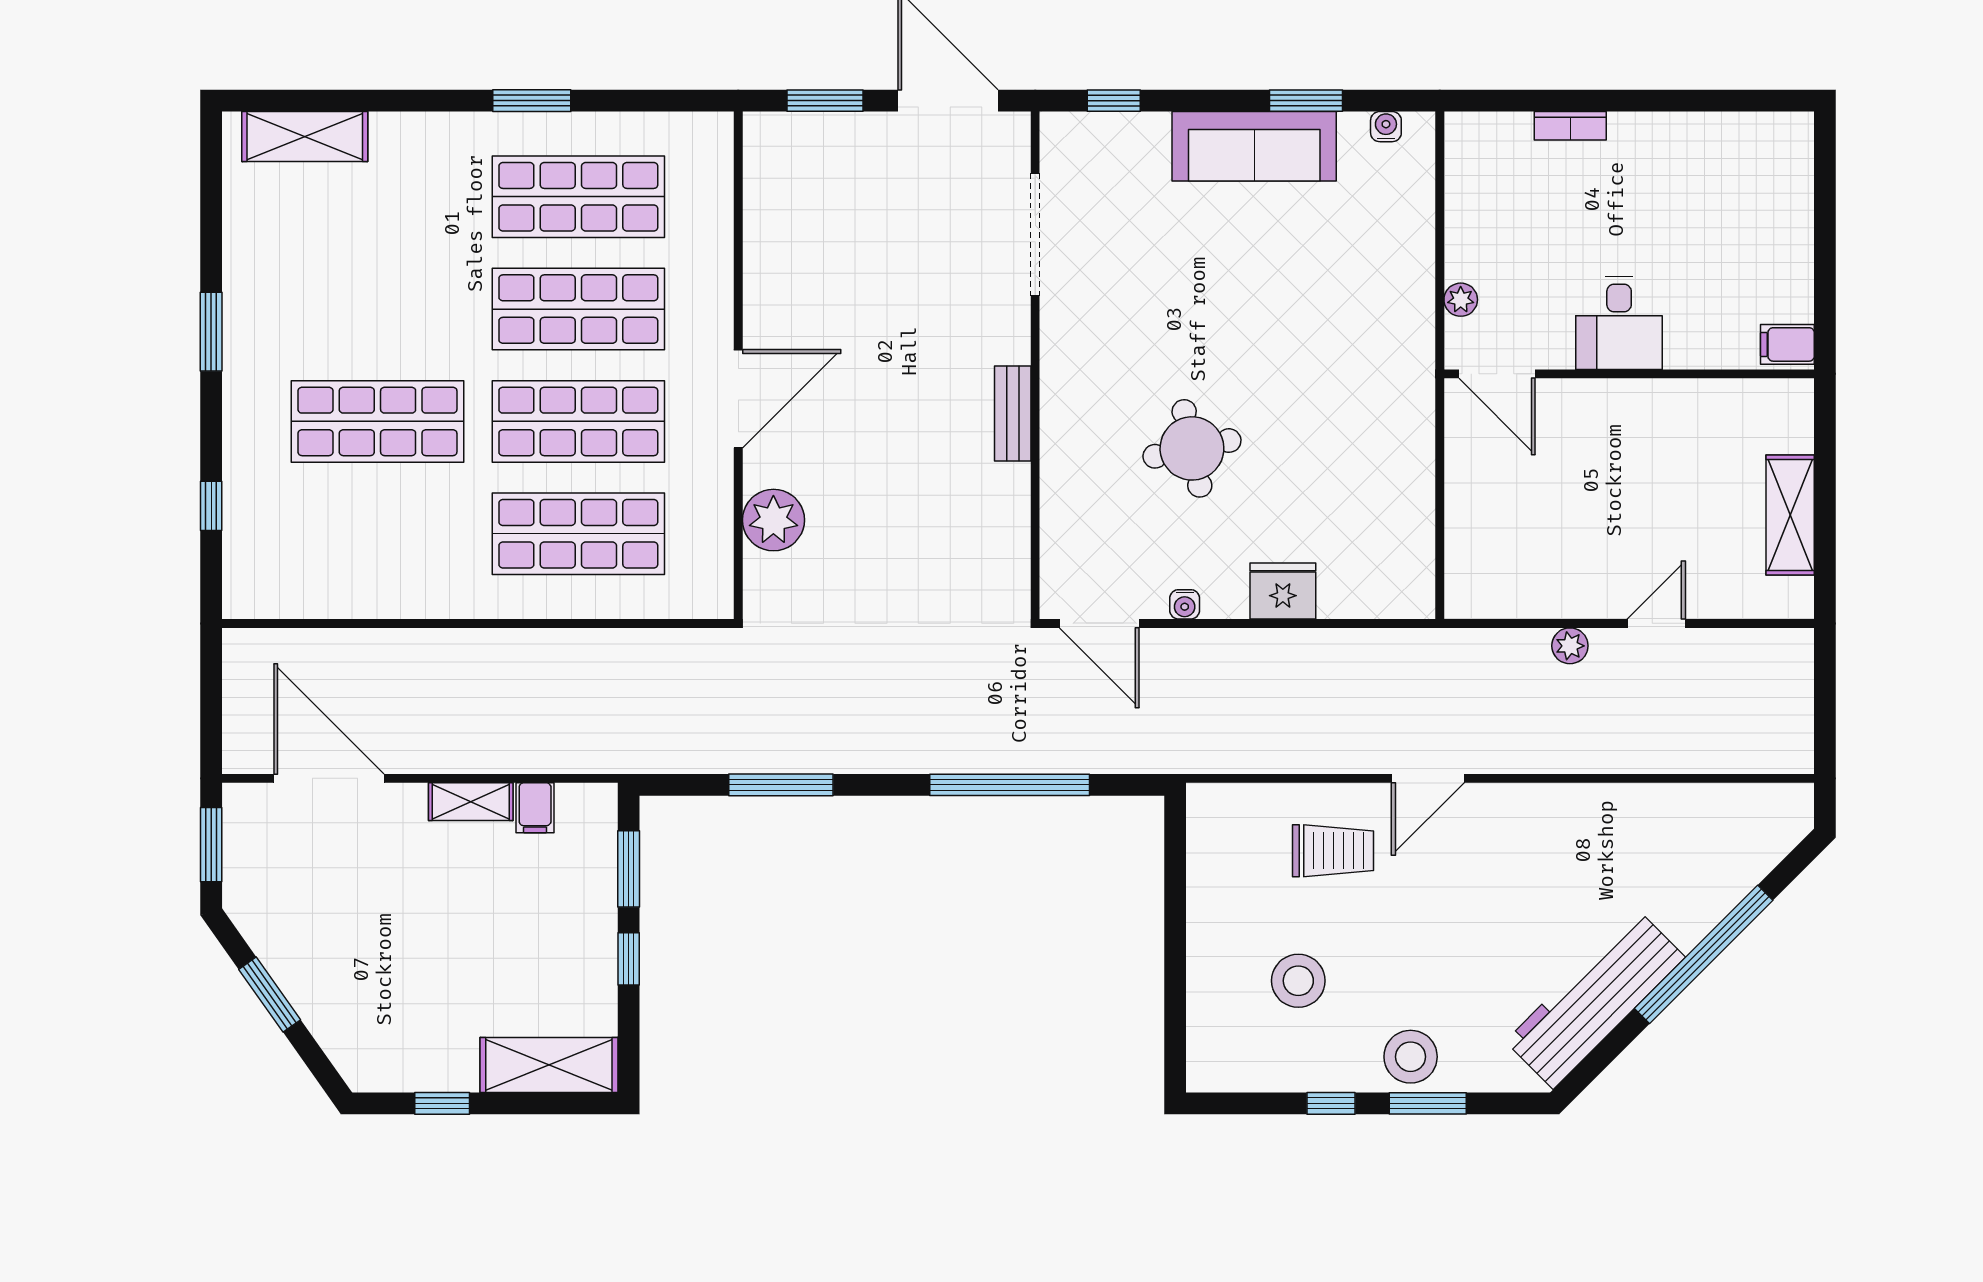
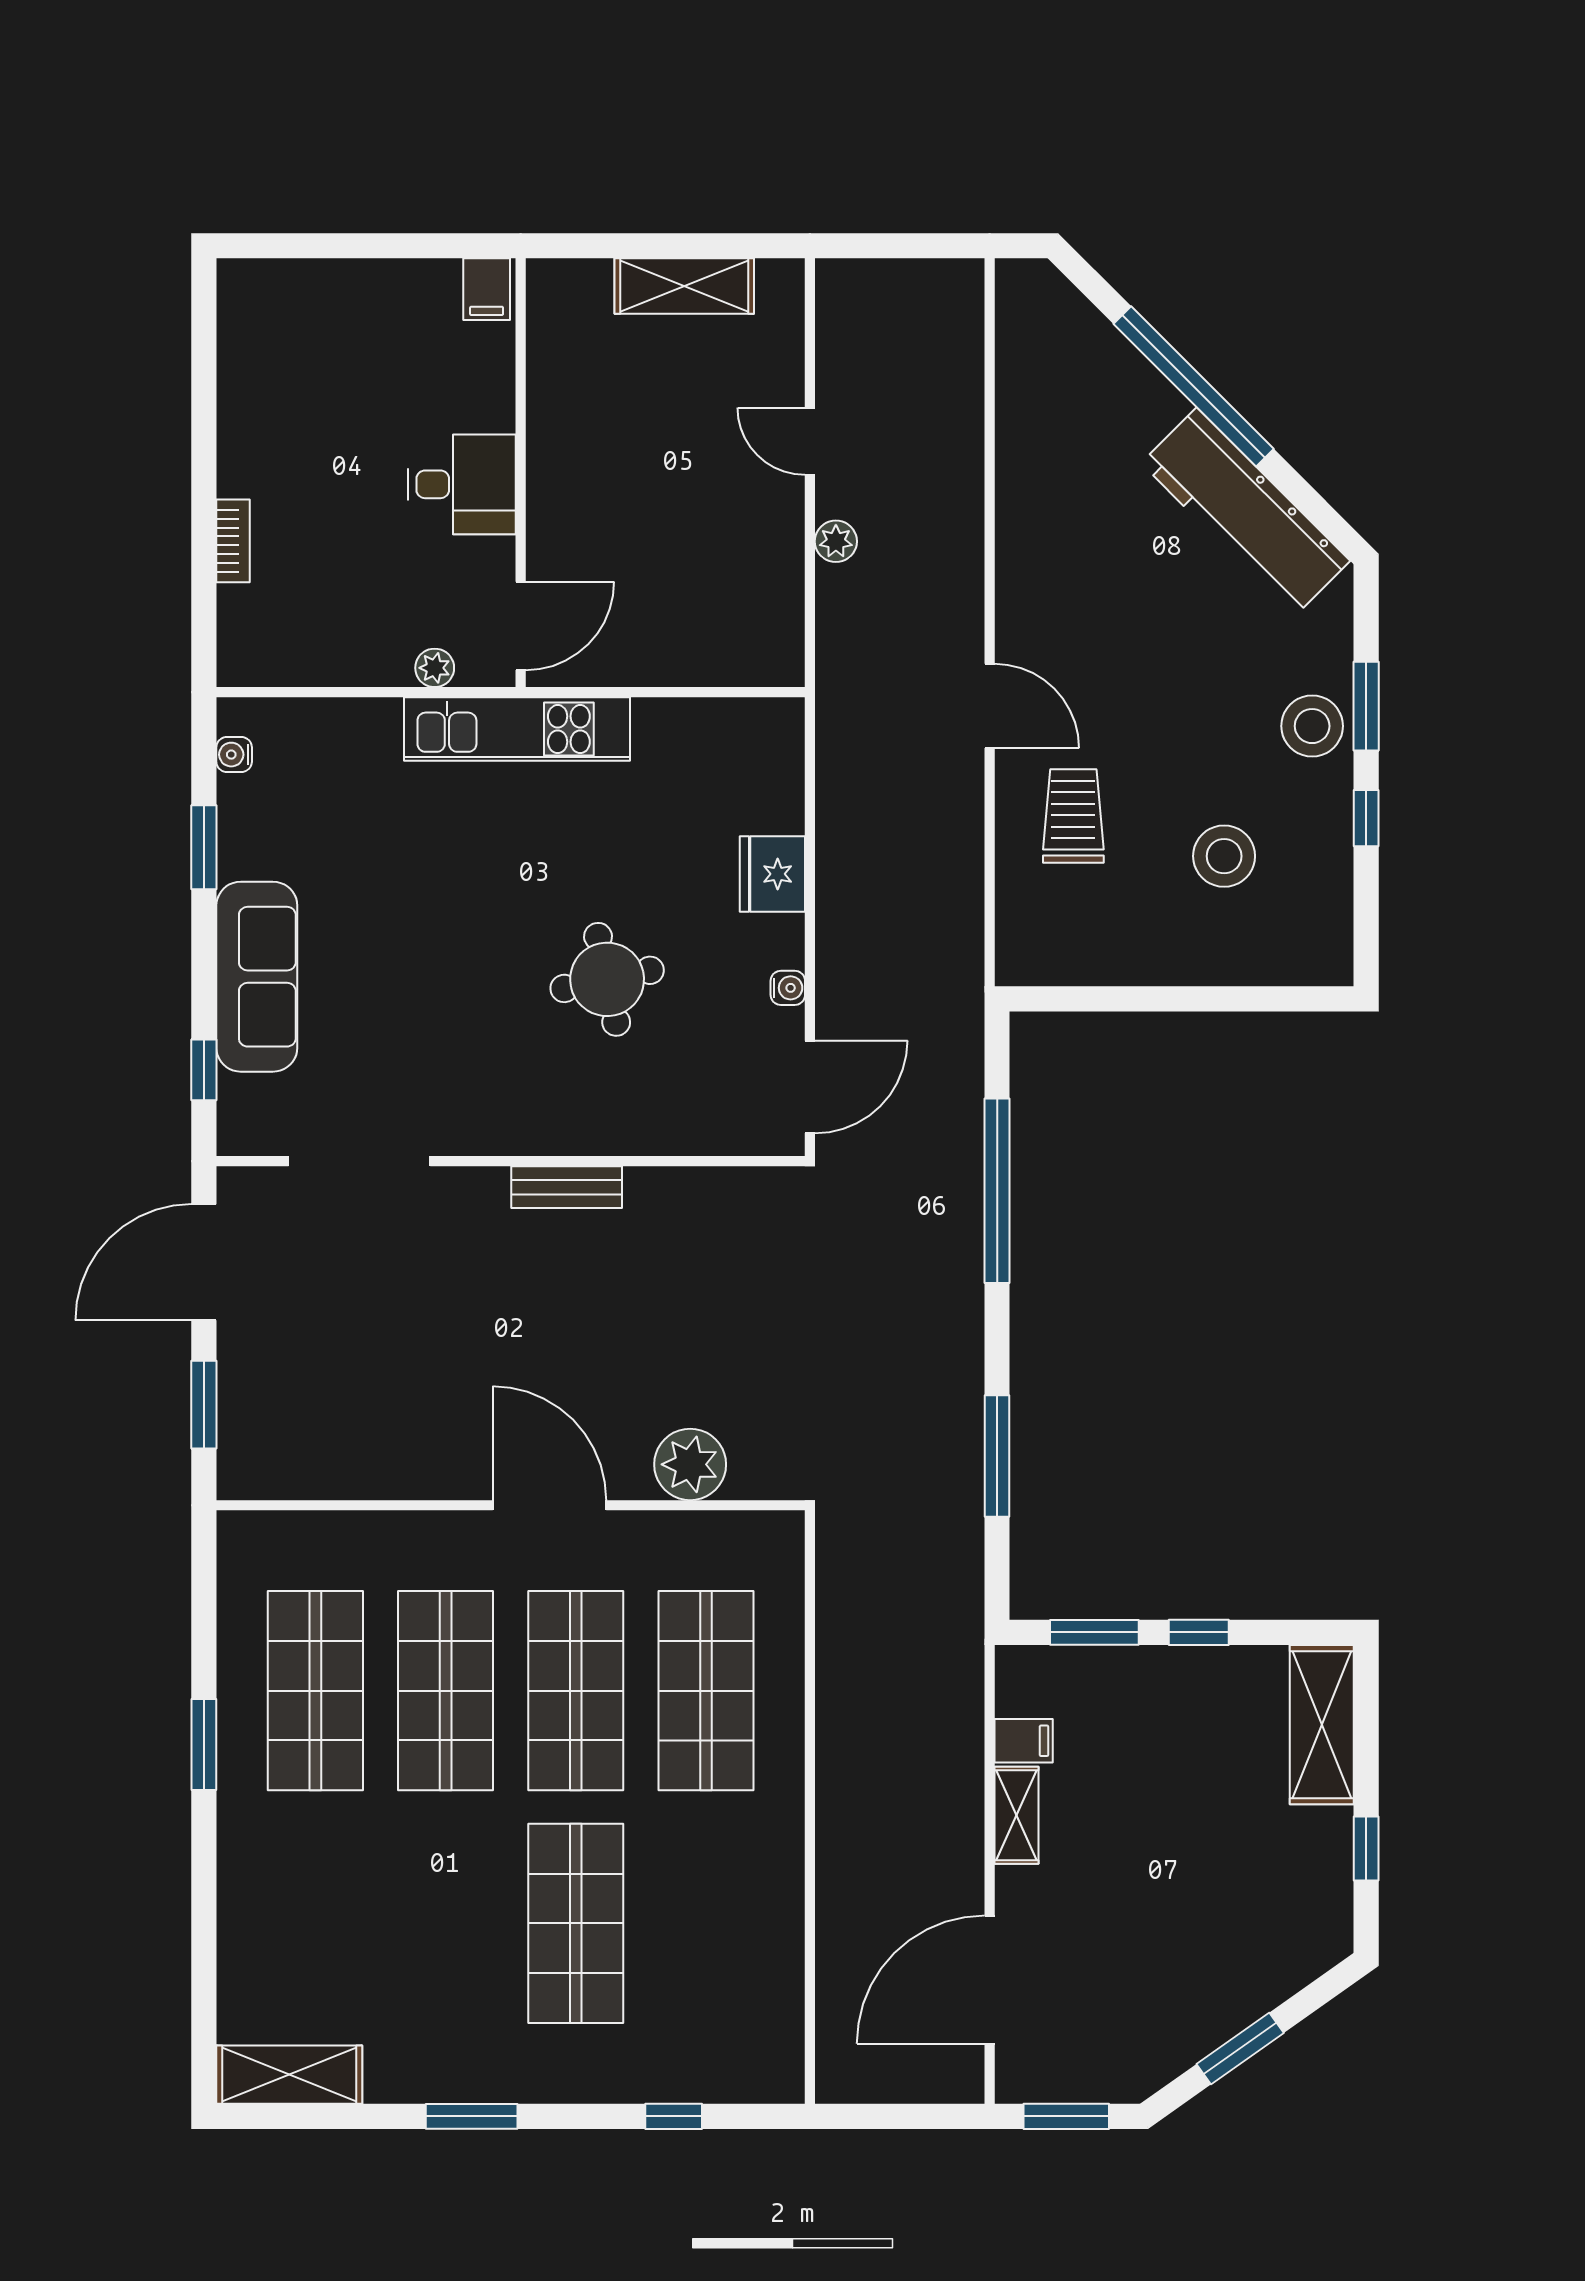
shelving: (305, 136) -> (289, 2075), moved, turned 90
sofa: (1254, 146) -> (257, 977), moved
kitchen unit: (1408, 371) -> (517, 729), added

